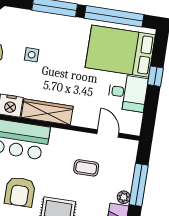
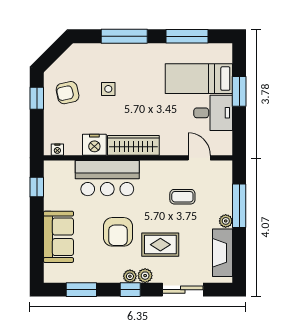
window: (114, 16) -> (187, 36), width x0.68
bed: (120, 51) -> (199, 79), width x0.67
window: (155, 76) -> (239, 91), width x1.50

